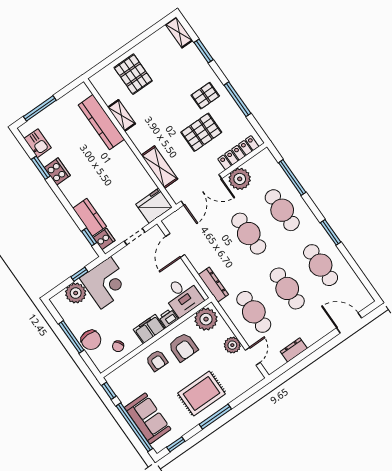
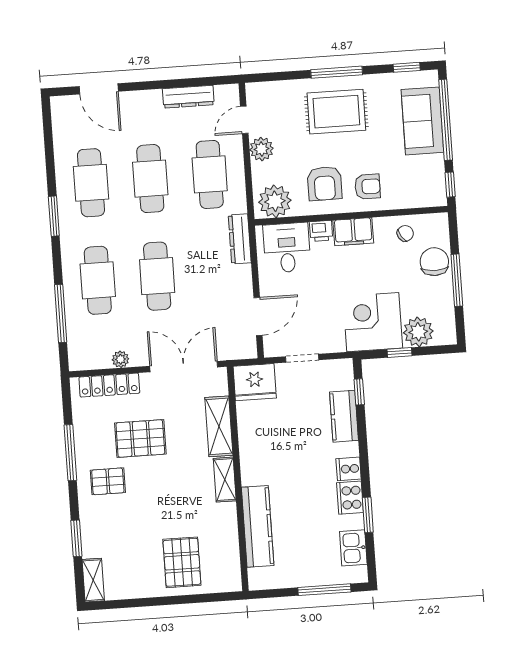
shelving: (122, 115) -> (225, 480), moved
plant: (240, 179) -> (120, 359), width x0.53, depth x0.53
cooker: (104, 239) -> (349, 469), moved
armchair: (183, 347) -> (325, 183), turned 180
dresser: (294, 350) -> (188, 97), width x1.44
armchair: (157, 360) -> (368, 187), turned 90

